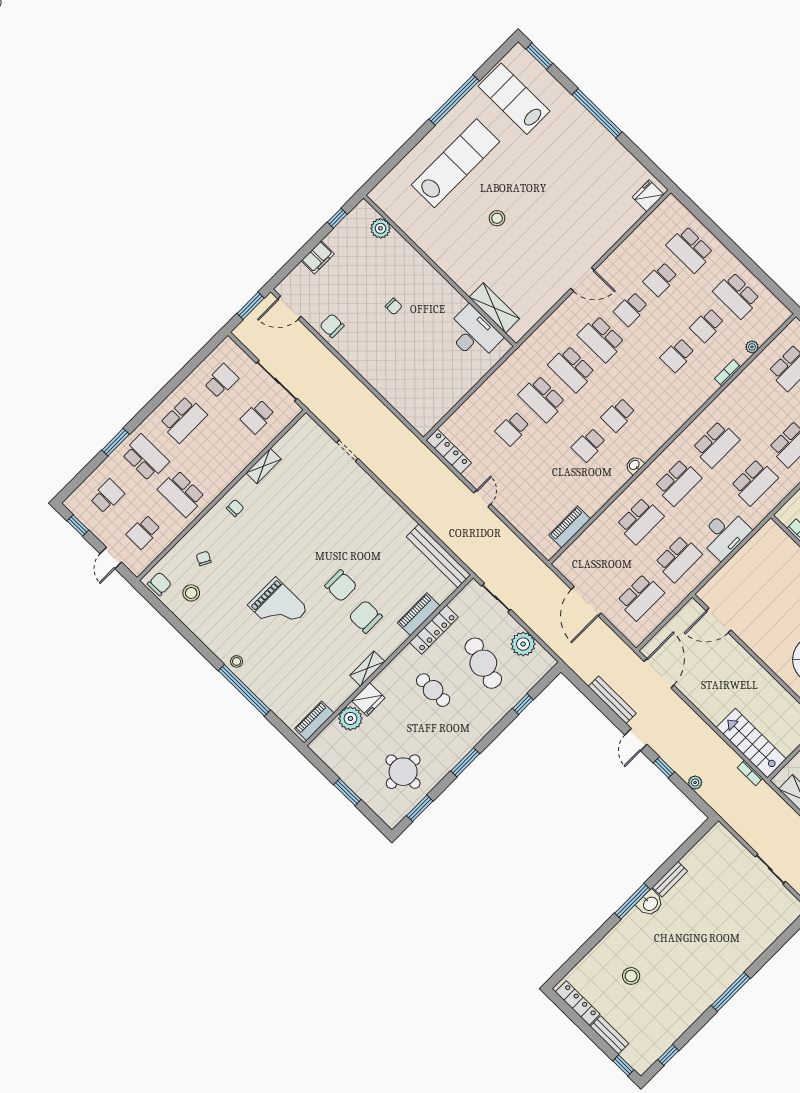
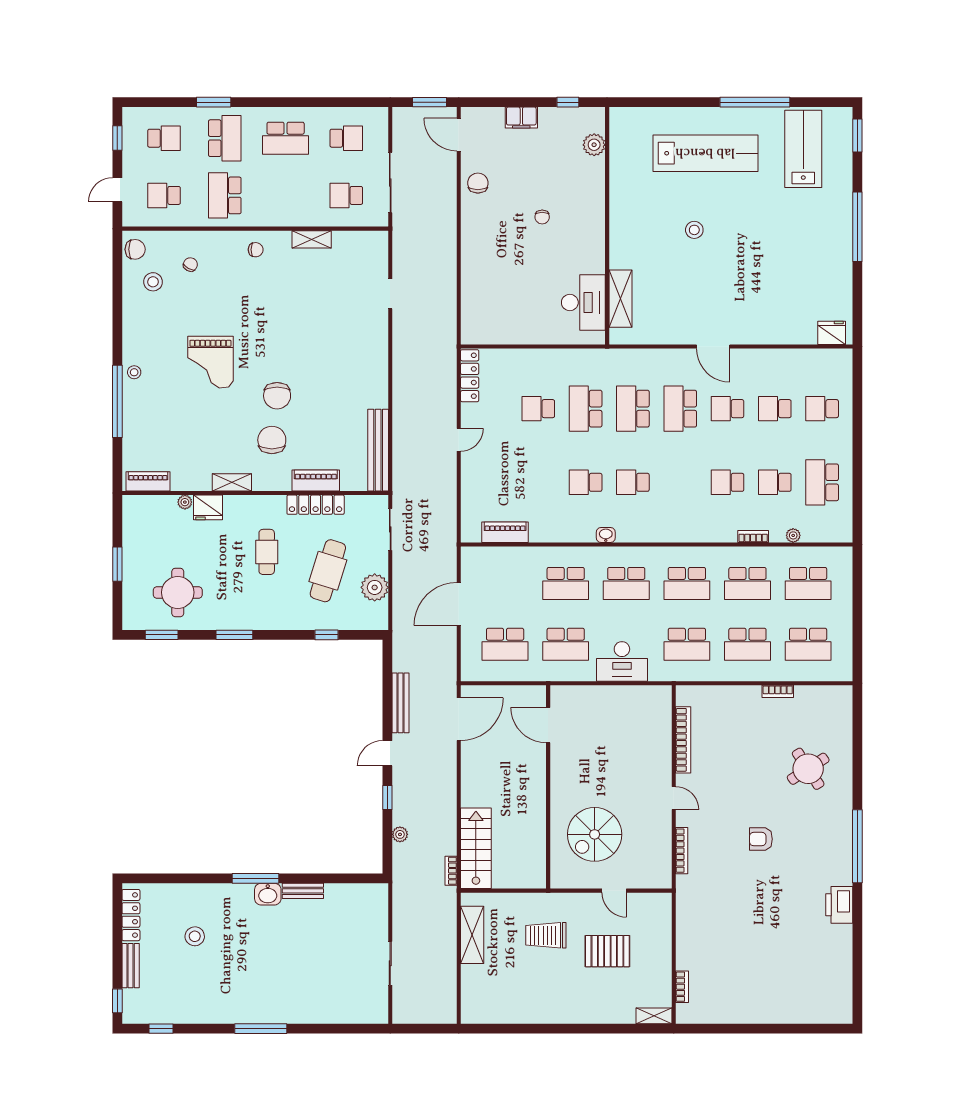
school desk: (690, 249) -> (822, 409), width x0.54
school desk: (754, 406) -> (747, 583), added
plant: (350, 718) -> (185, 502), width x0.53, depth x0.53

